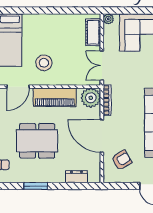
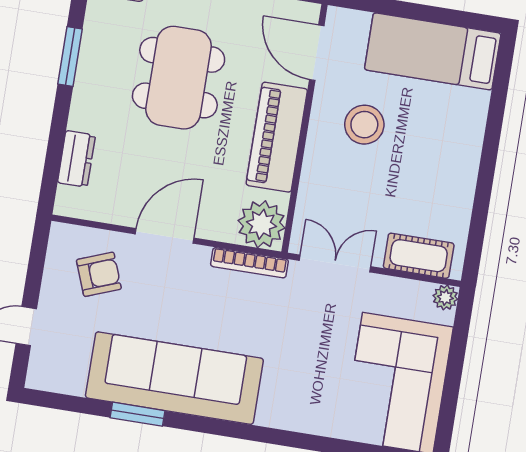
door: (102, 136) -> (165, 236), width x0.73
armchair: (122, 160) -> (99, 274), turned -80

